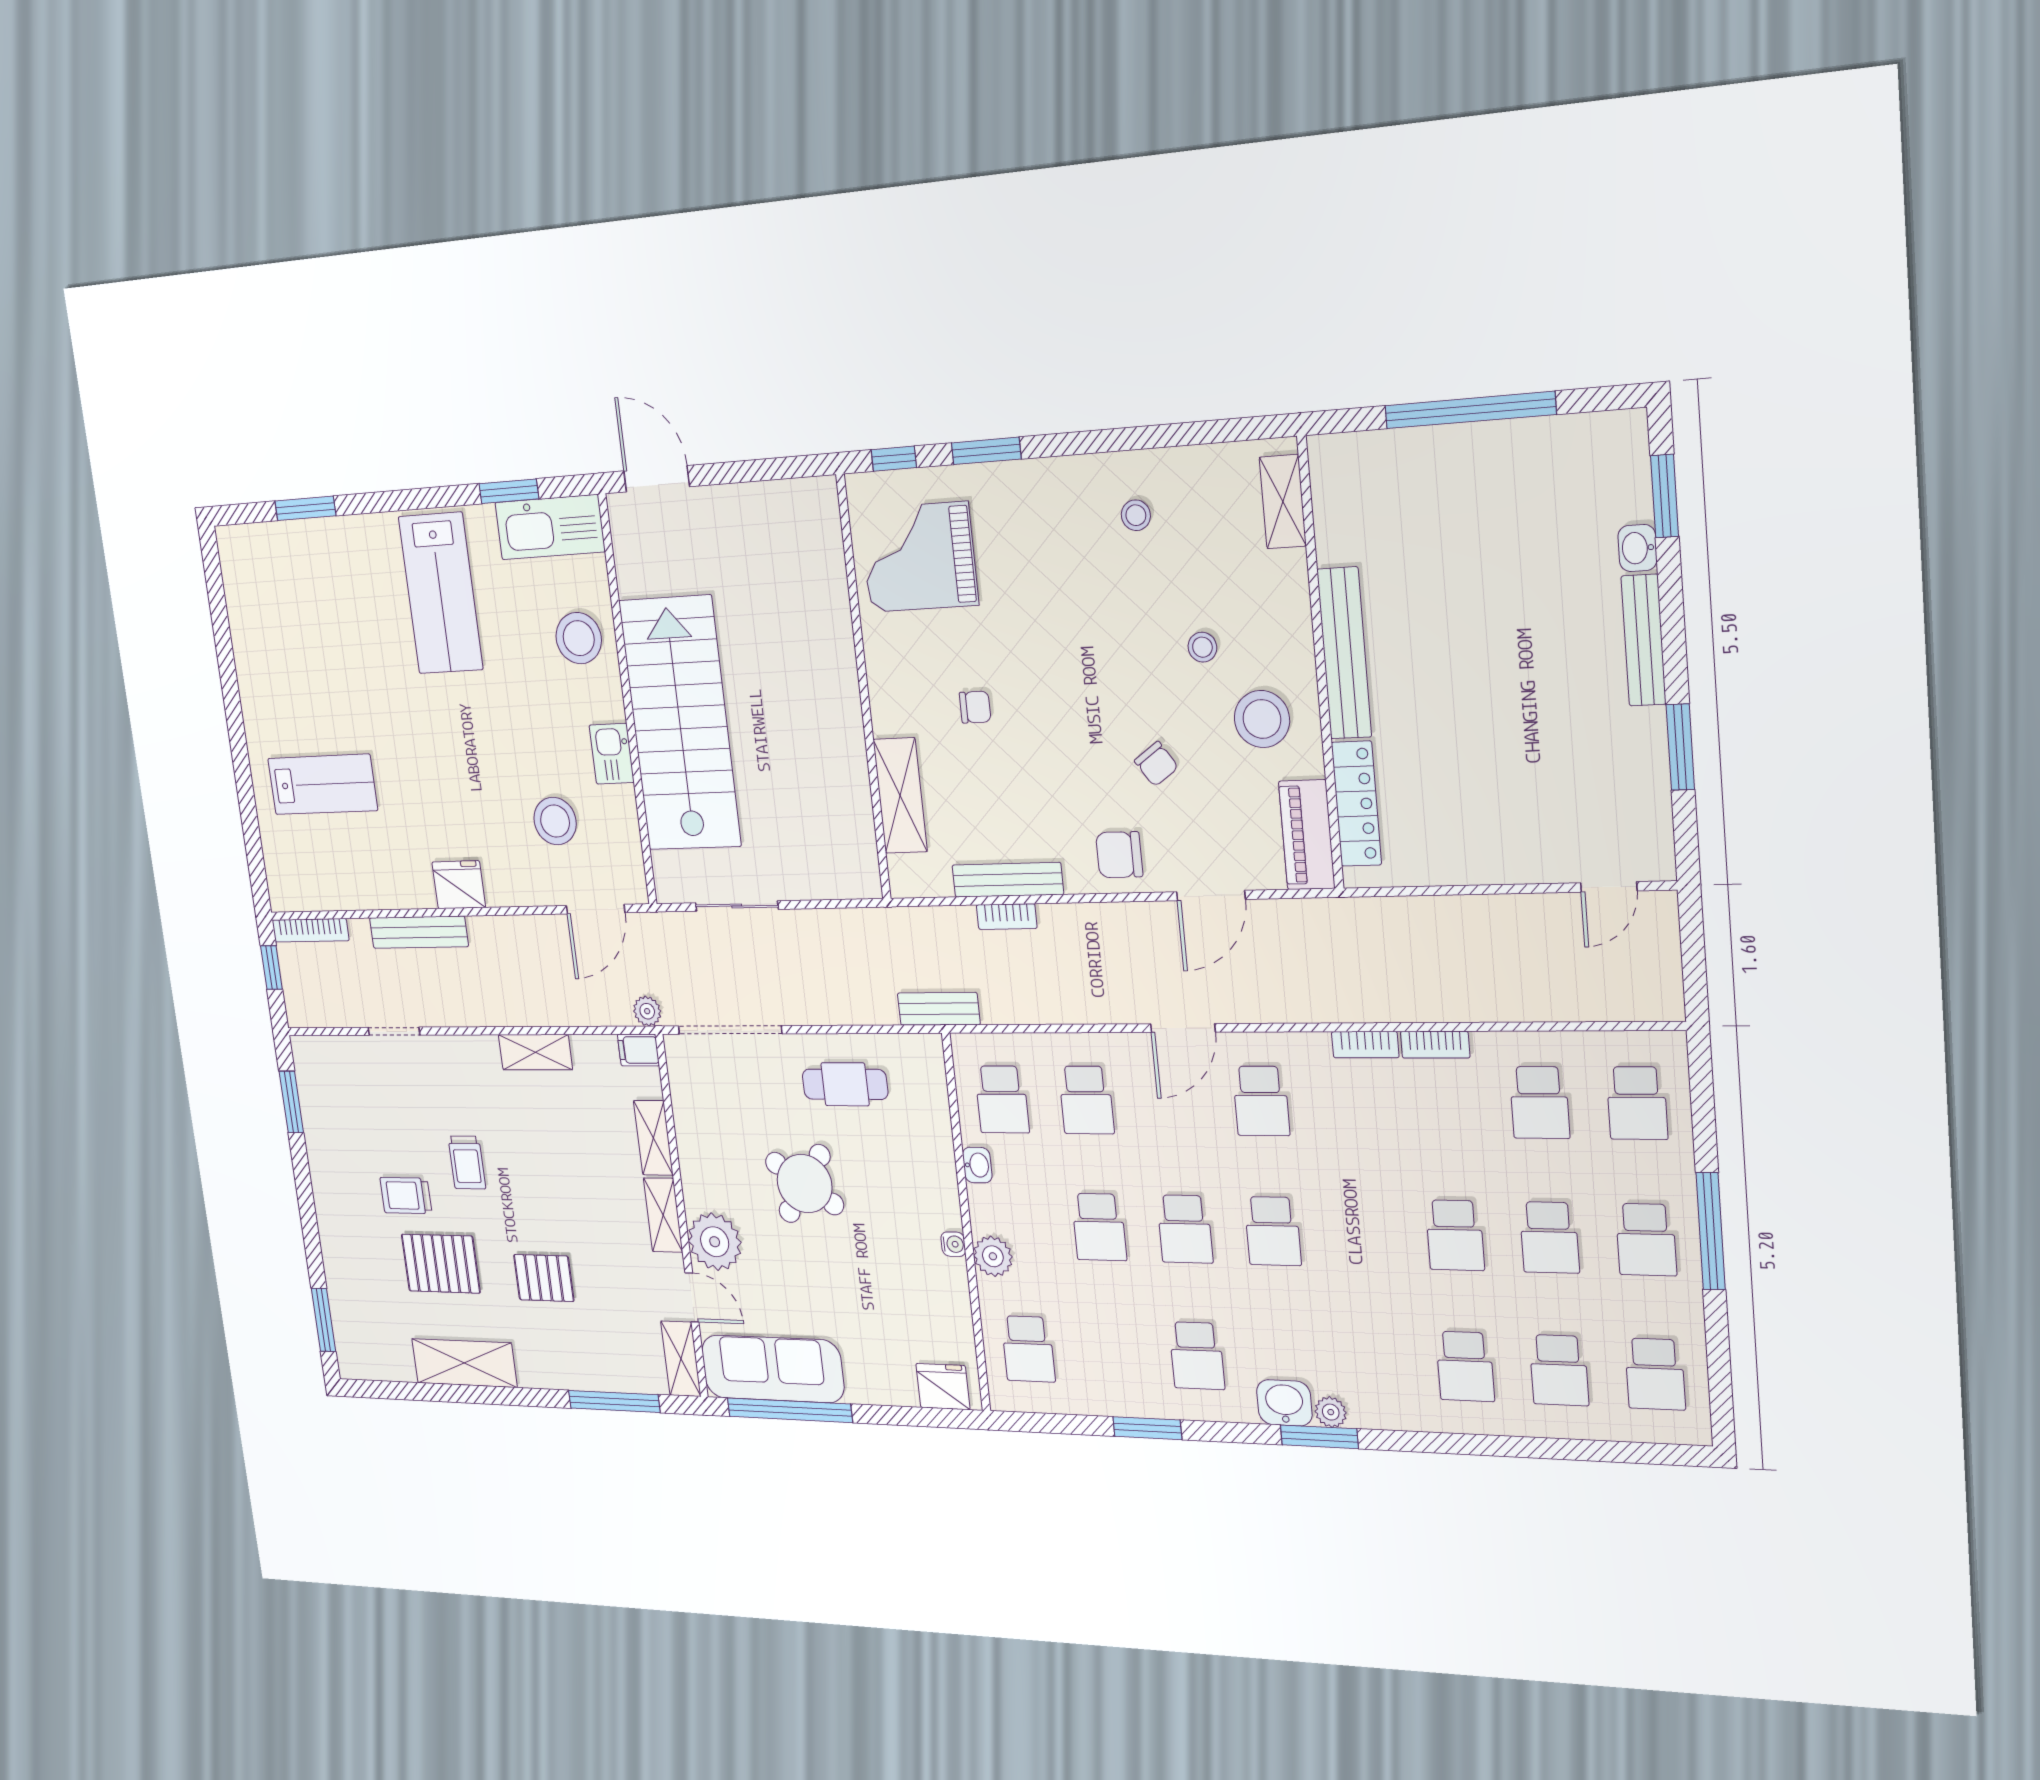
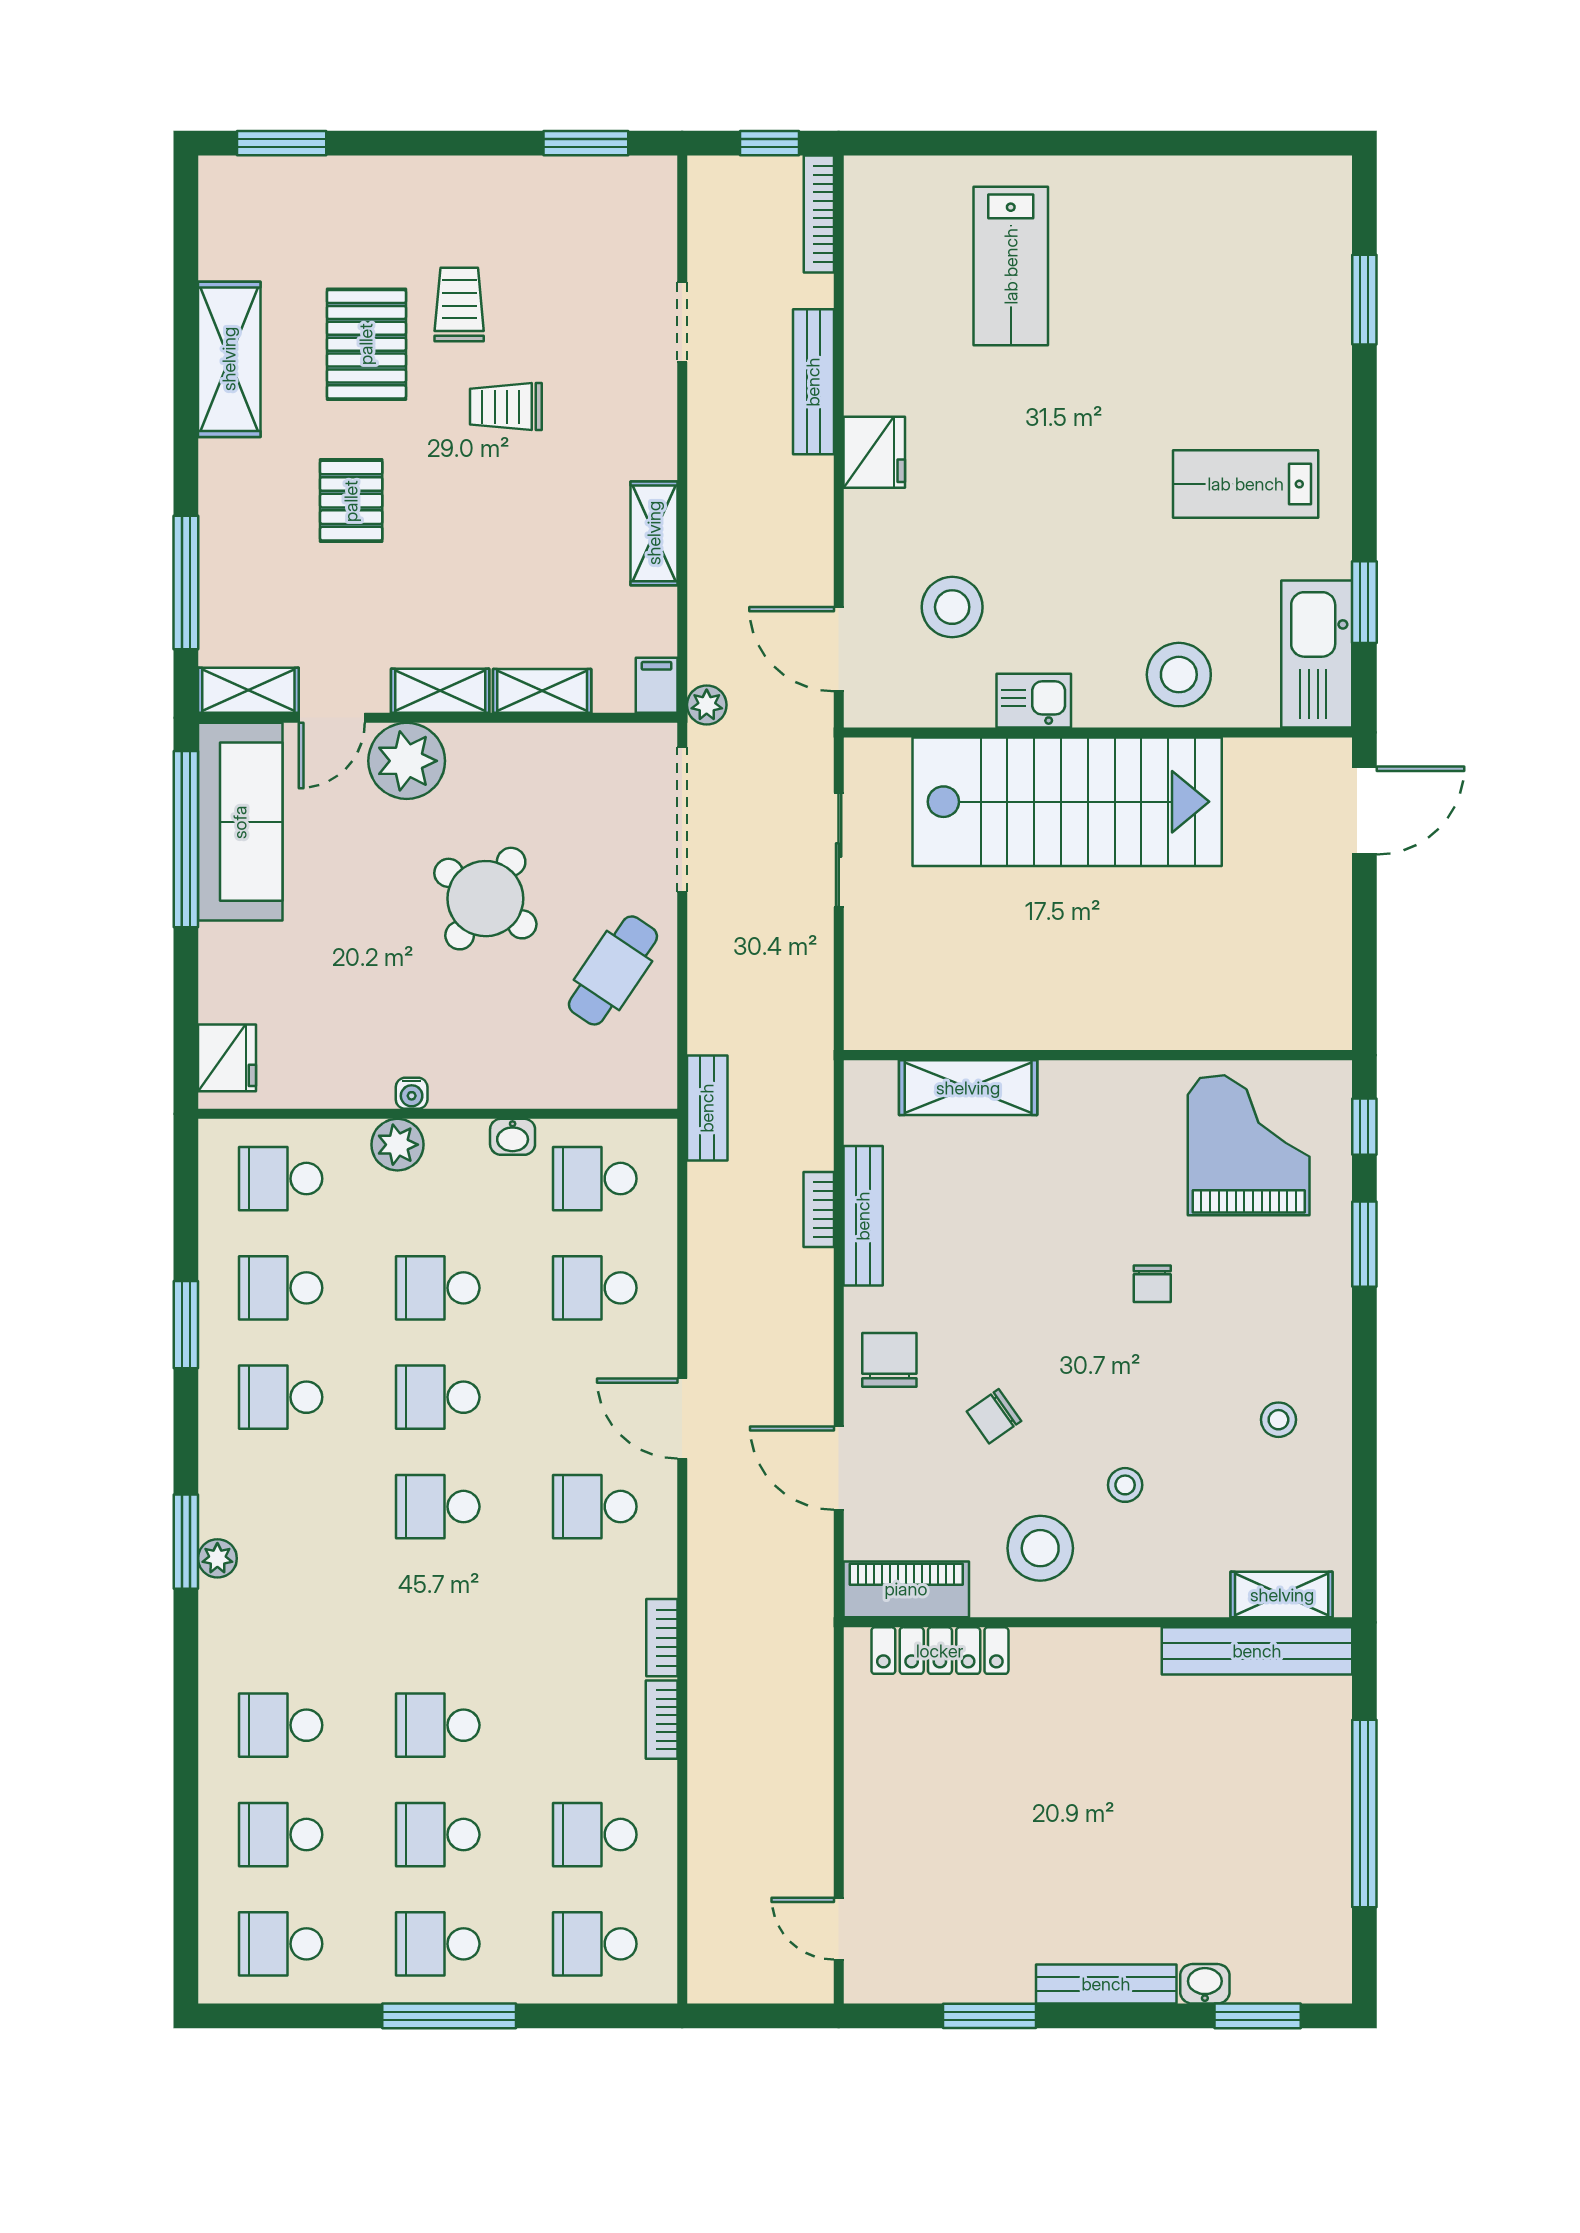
lab bench: (441, 593) -> (1246, 484), width x0.73, depth x0.72
bench: (1344, 653) -> (1257, 1651), moved
chair: (975, 707) -> (1152, 1284), moved
cafe table: (845, 1084) -> (613, 970), turned 34
school desk: (1111, 1352) -> (281, 1288), added
washbasin: (1284, 1403) -> (226, 1502), removed

